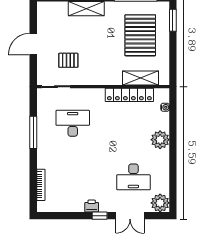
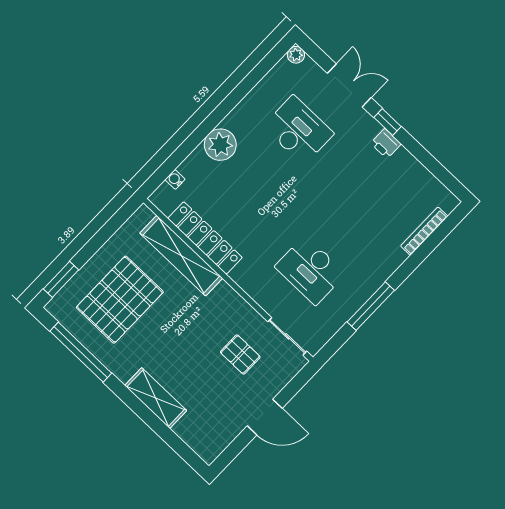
shelving: (141, 78) -> (181, 256), width x1.47
plant: (160, 203) -> (296, 55), width x0.53, depth x0.53

